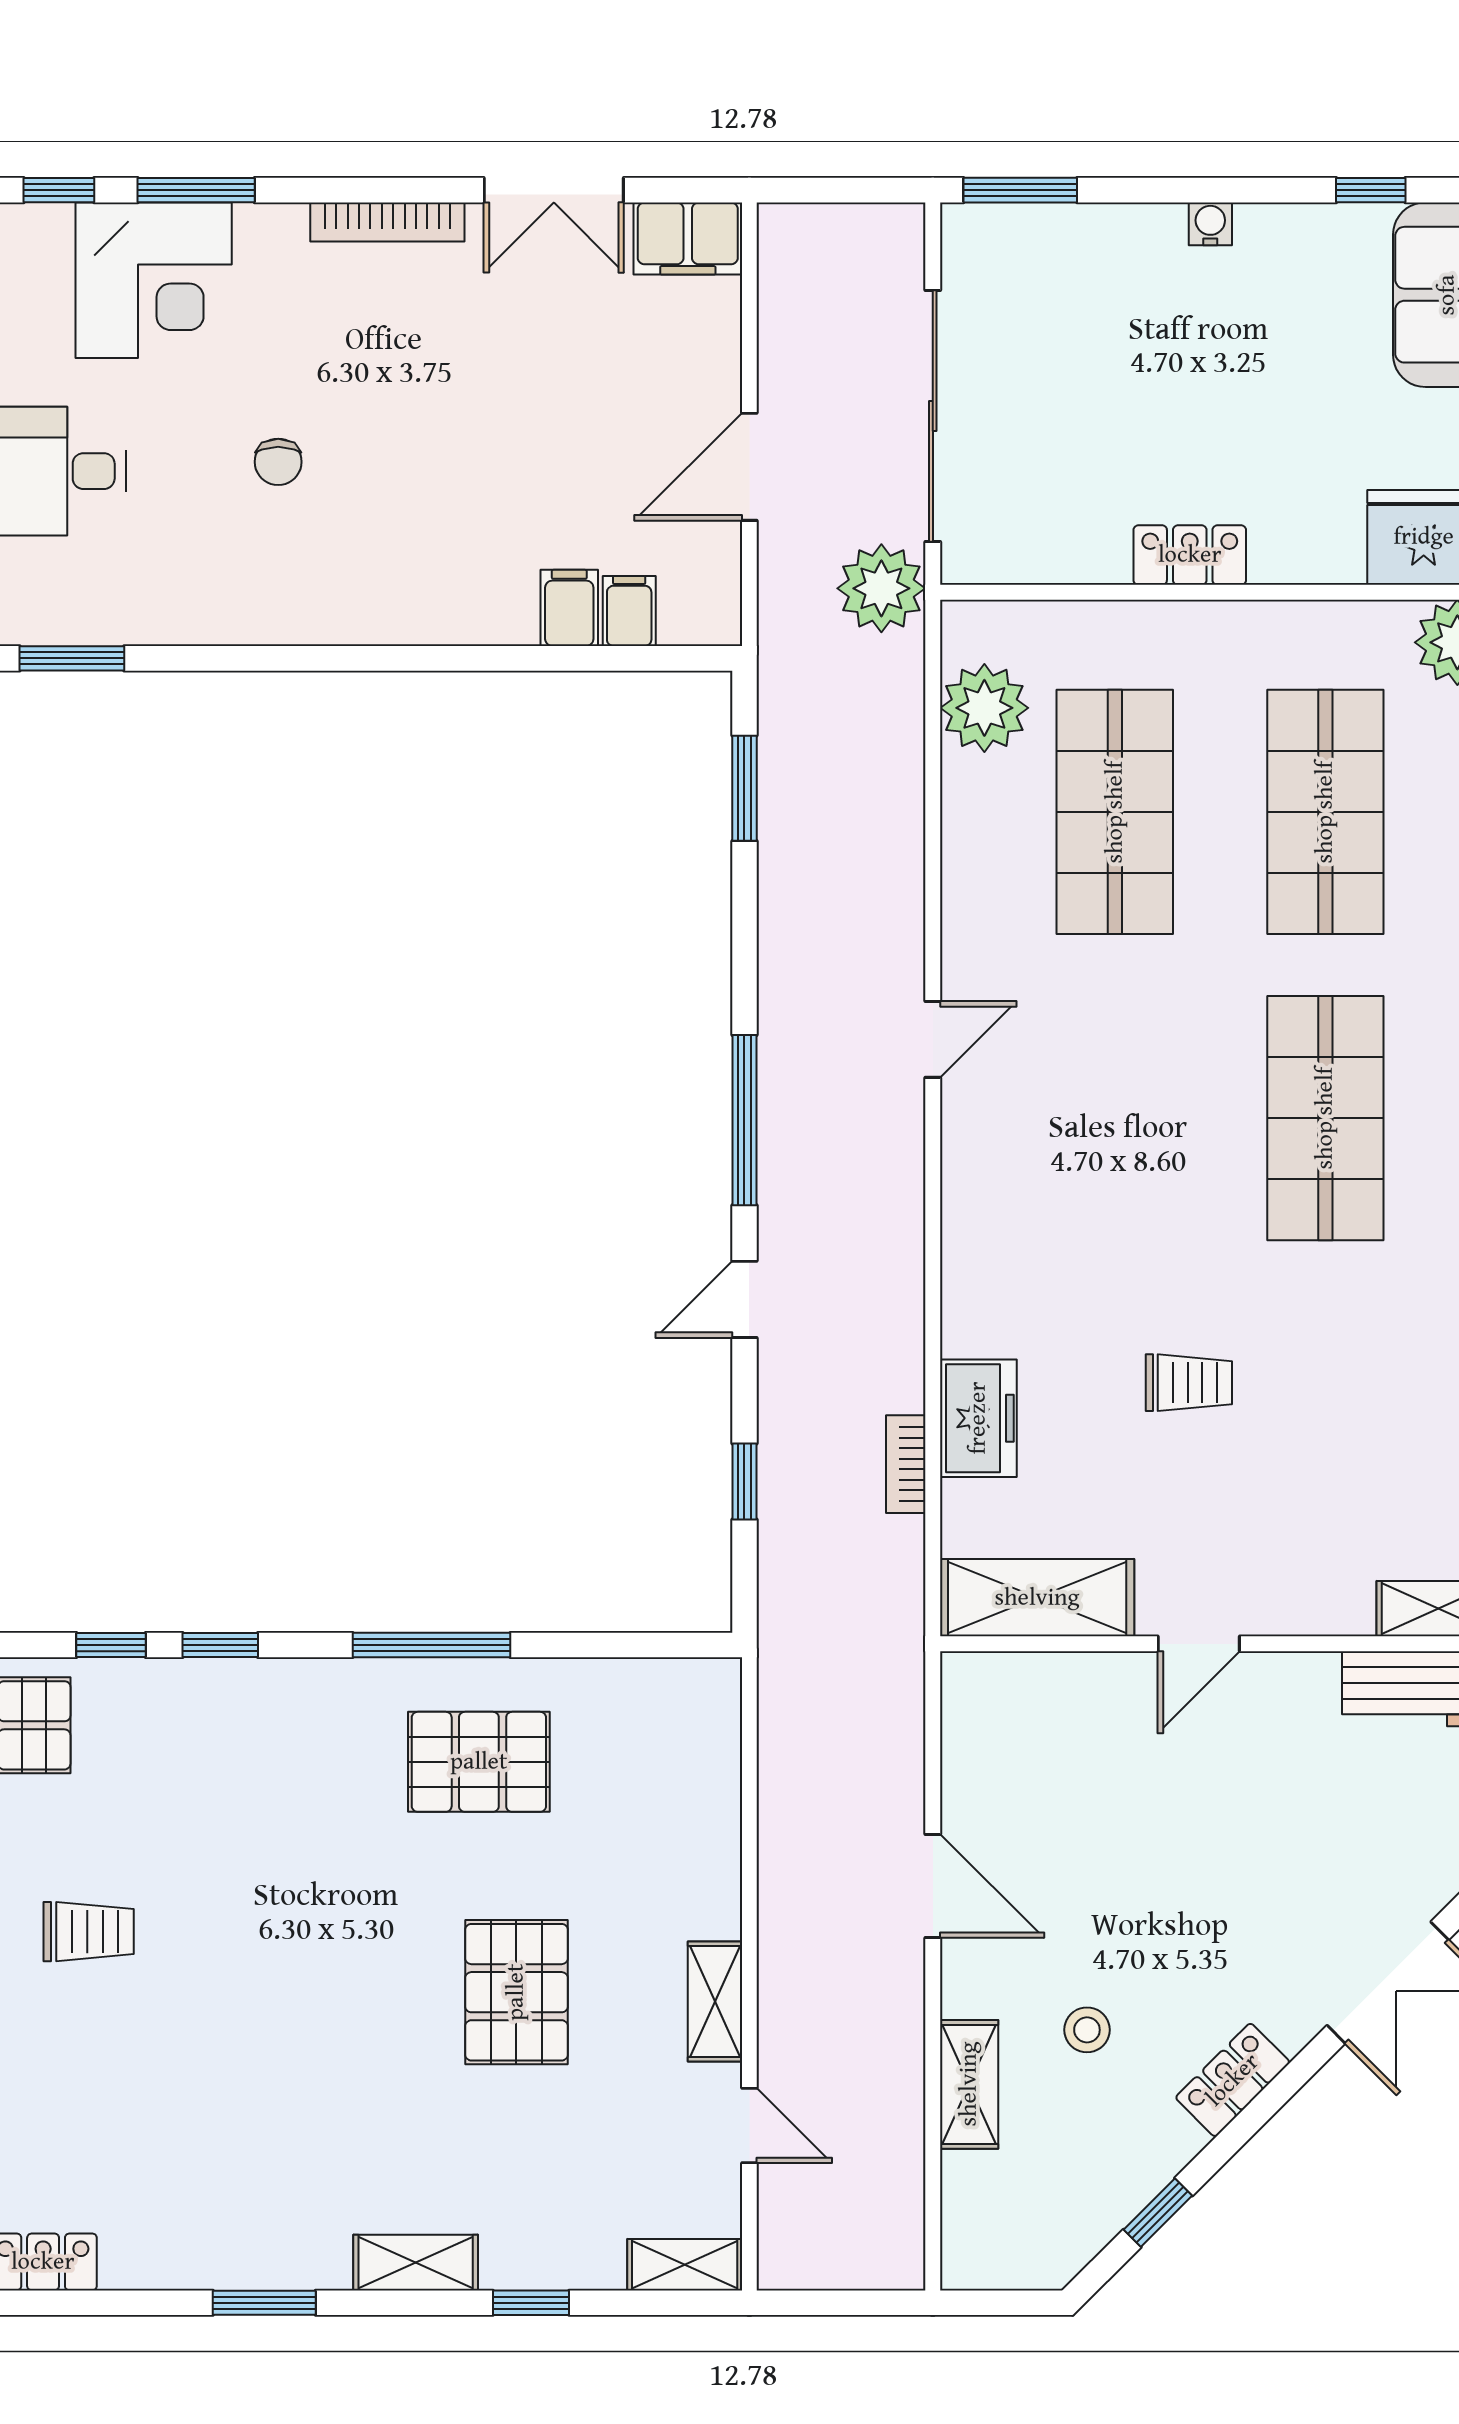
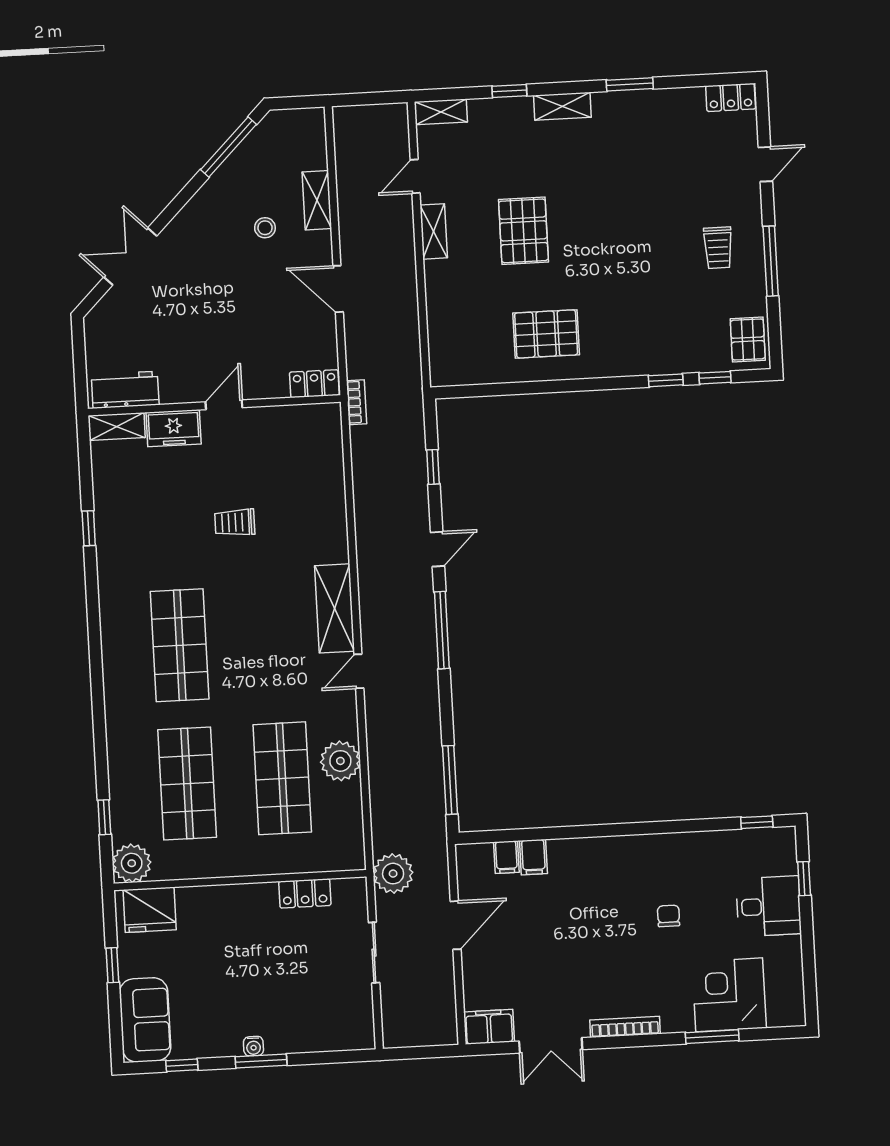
window: (59, 190) -> (774, 1033), removed
double door: (554, 190) -> (551, 1045), swing flipped
window: (1020, 190) -> (261, 1061), moved
sliding door: (933, 416) -> (374, 953), width x0.54
locker: (1190, 555) -> (305, 893), moved
window: (72, 658) -> (757, 822), width x0.67
plant: (984, 708) -> (340, 761), moved
window: (744, 788) -> (450, 780), width x1.44
freezer: (978, 1418) -> (174, 428), moved, turned -90
bookcase: (906, 1464) -> (356, 402), moved
shelving: (1037, 1598) -> (335, 608), moved, turned 90
window: (431, 1645) -> (570, 385), removed
trolley: (89, 1932) -> (718, 248), turned -90
locker: (1233, 2080) -> (314, 384), moved, turned -135
door: (749, 2125) -> (415, 176), hinge flipped
window: (1158, 2213) -> (229, 147), width x2.17

